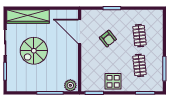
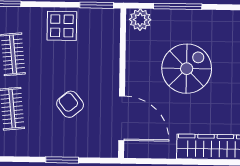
spiral stairs: (34, 51) -> (187, 69), moved

